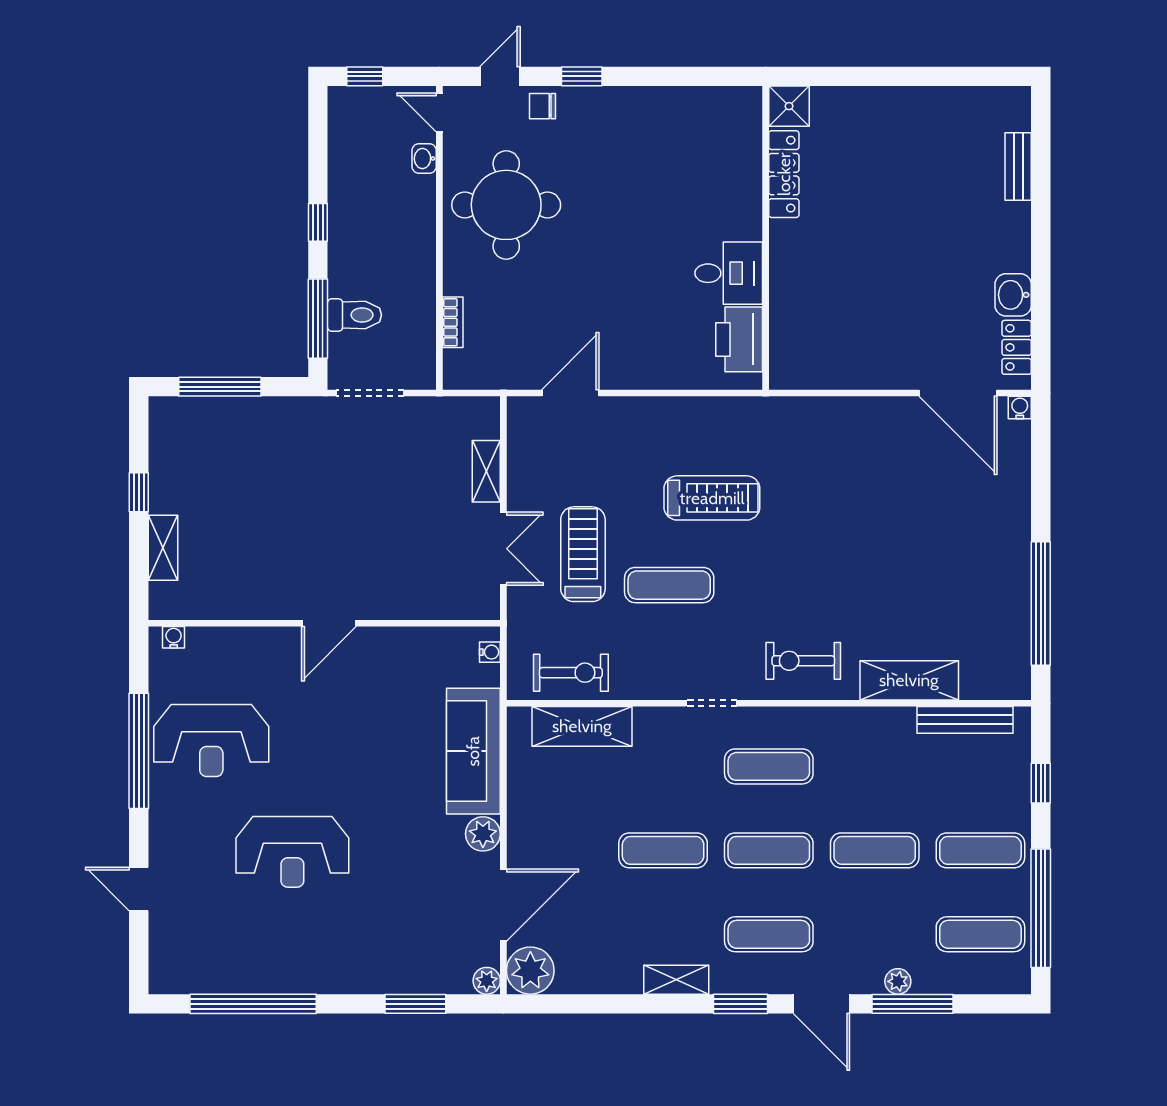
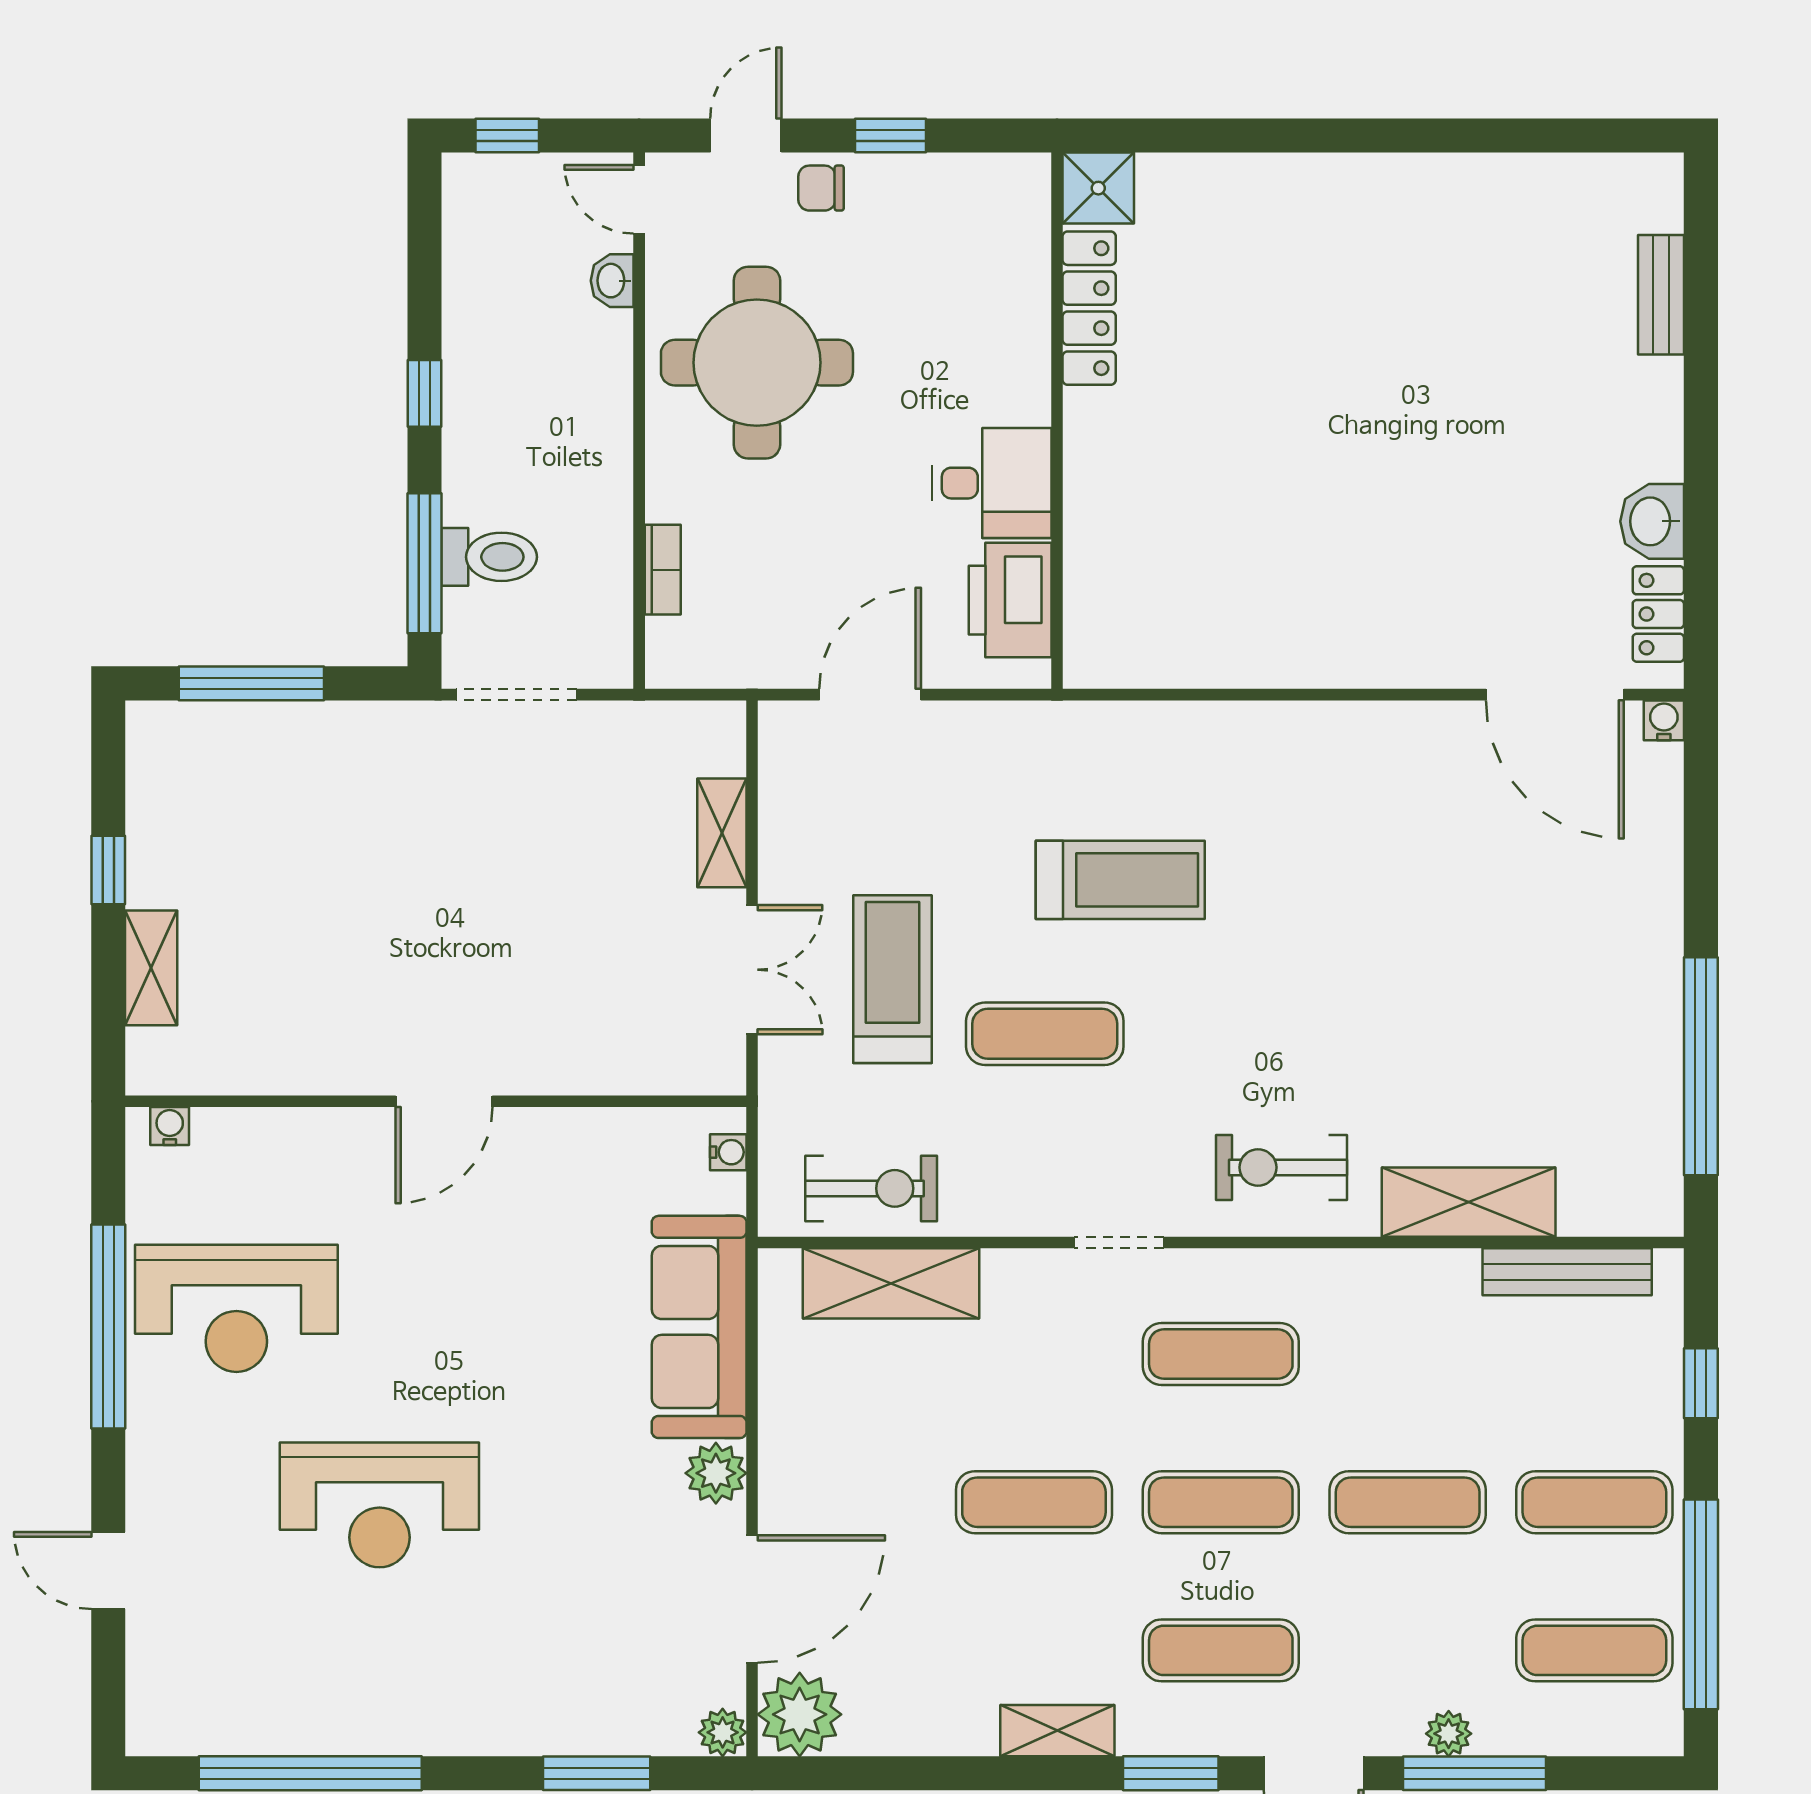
shower: (789, 106) -> (1098, 188), moved
locker: (784, 174) -> (1089, 308), moved
wall: (766, 238) -> (1057, 421), moved
desk: (729, 273) -> (992, 483), moved
printer: (739, 339) -> (1010, 600), moved

